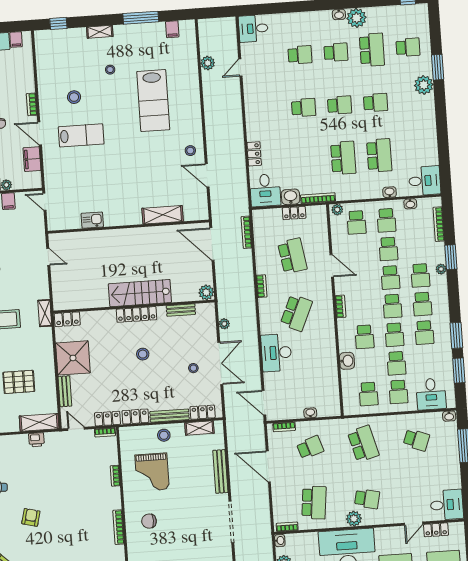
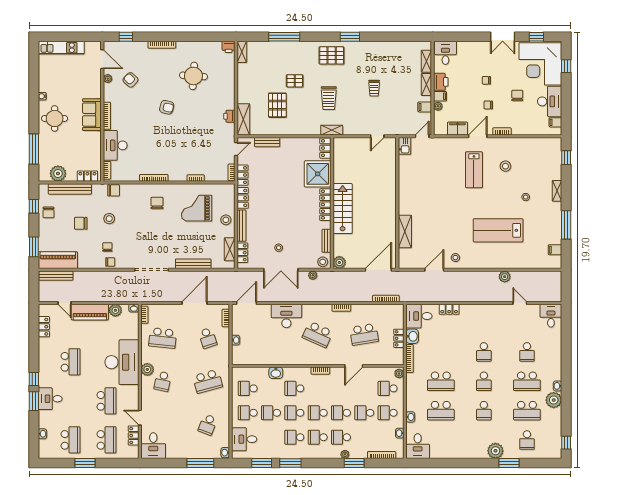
school desk: (336, 52) -> (527, 381), width x1.85
plant: (208, 63) -> (505, 277), moved
kitchen sink: (92, 220) -> (405, 146), moved
stool: (143, 354) -> (323, 262), moved
shower: (73, 358) -> (318, 174), moved

